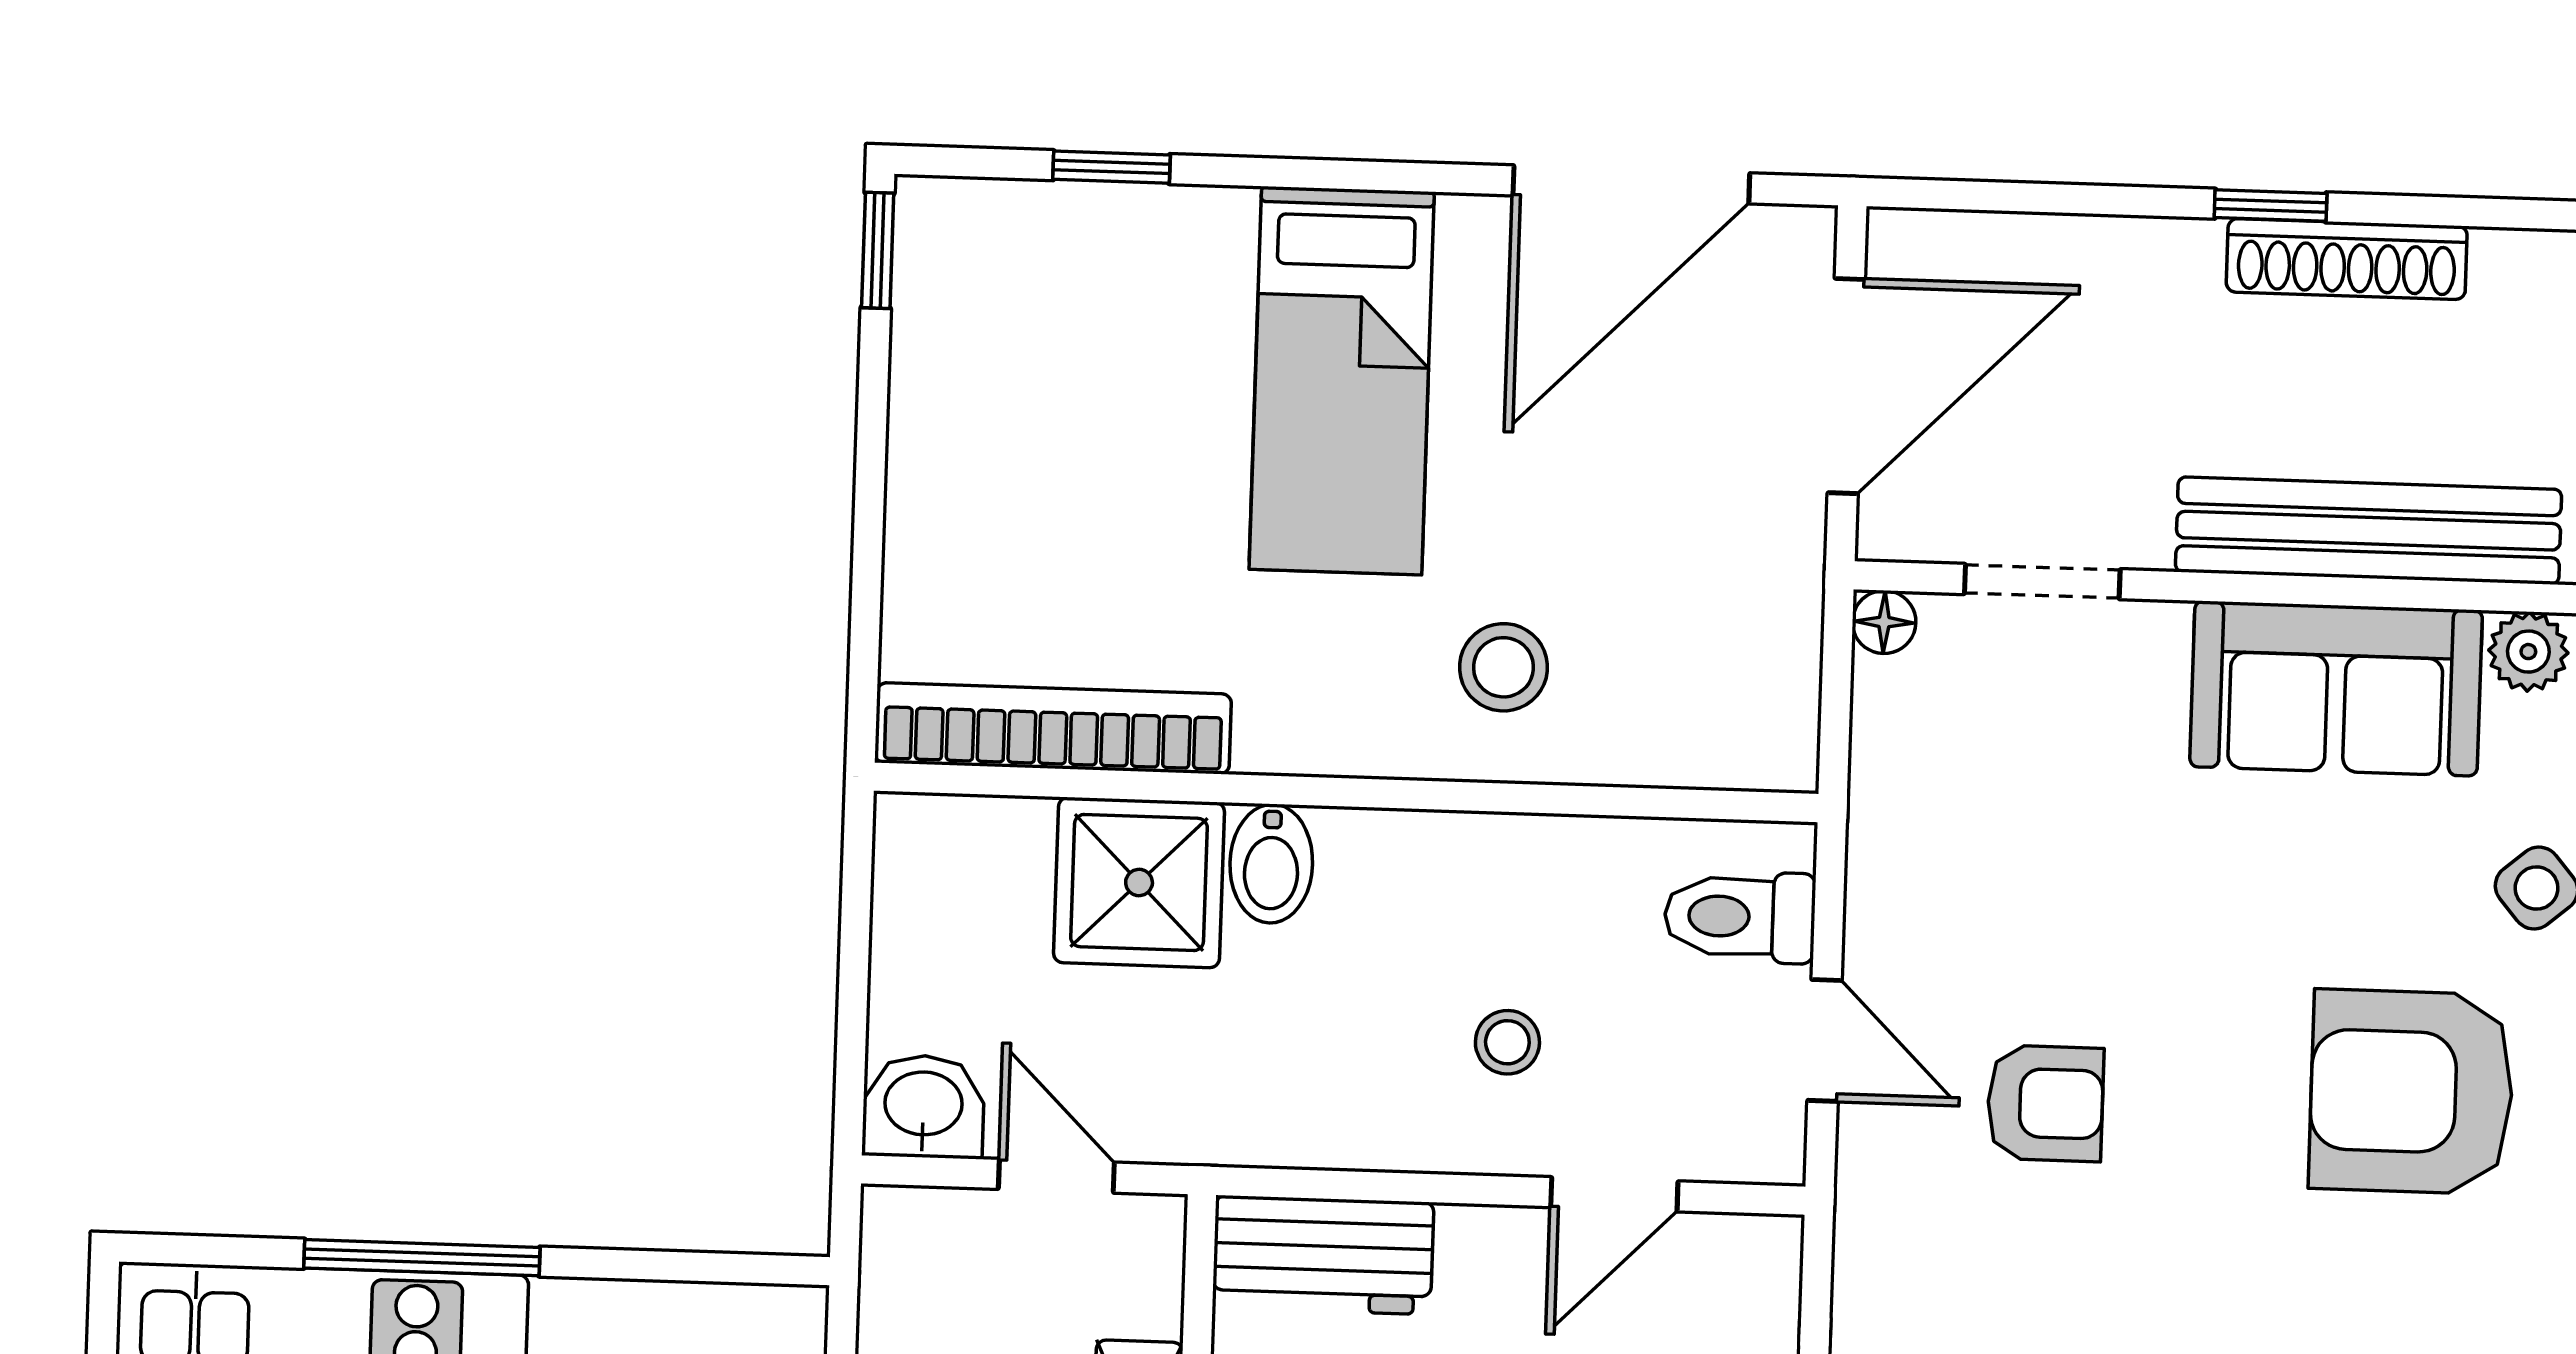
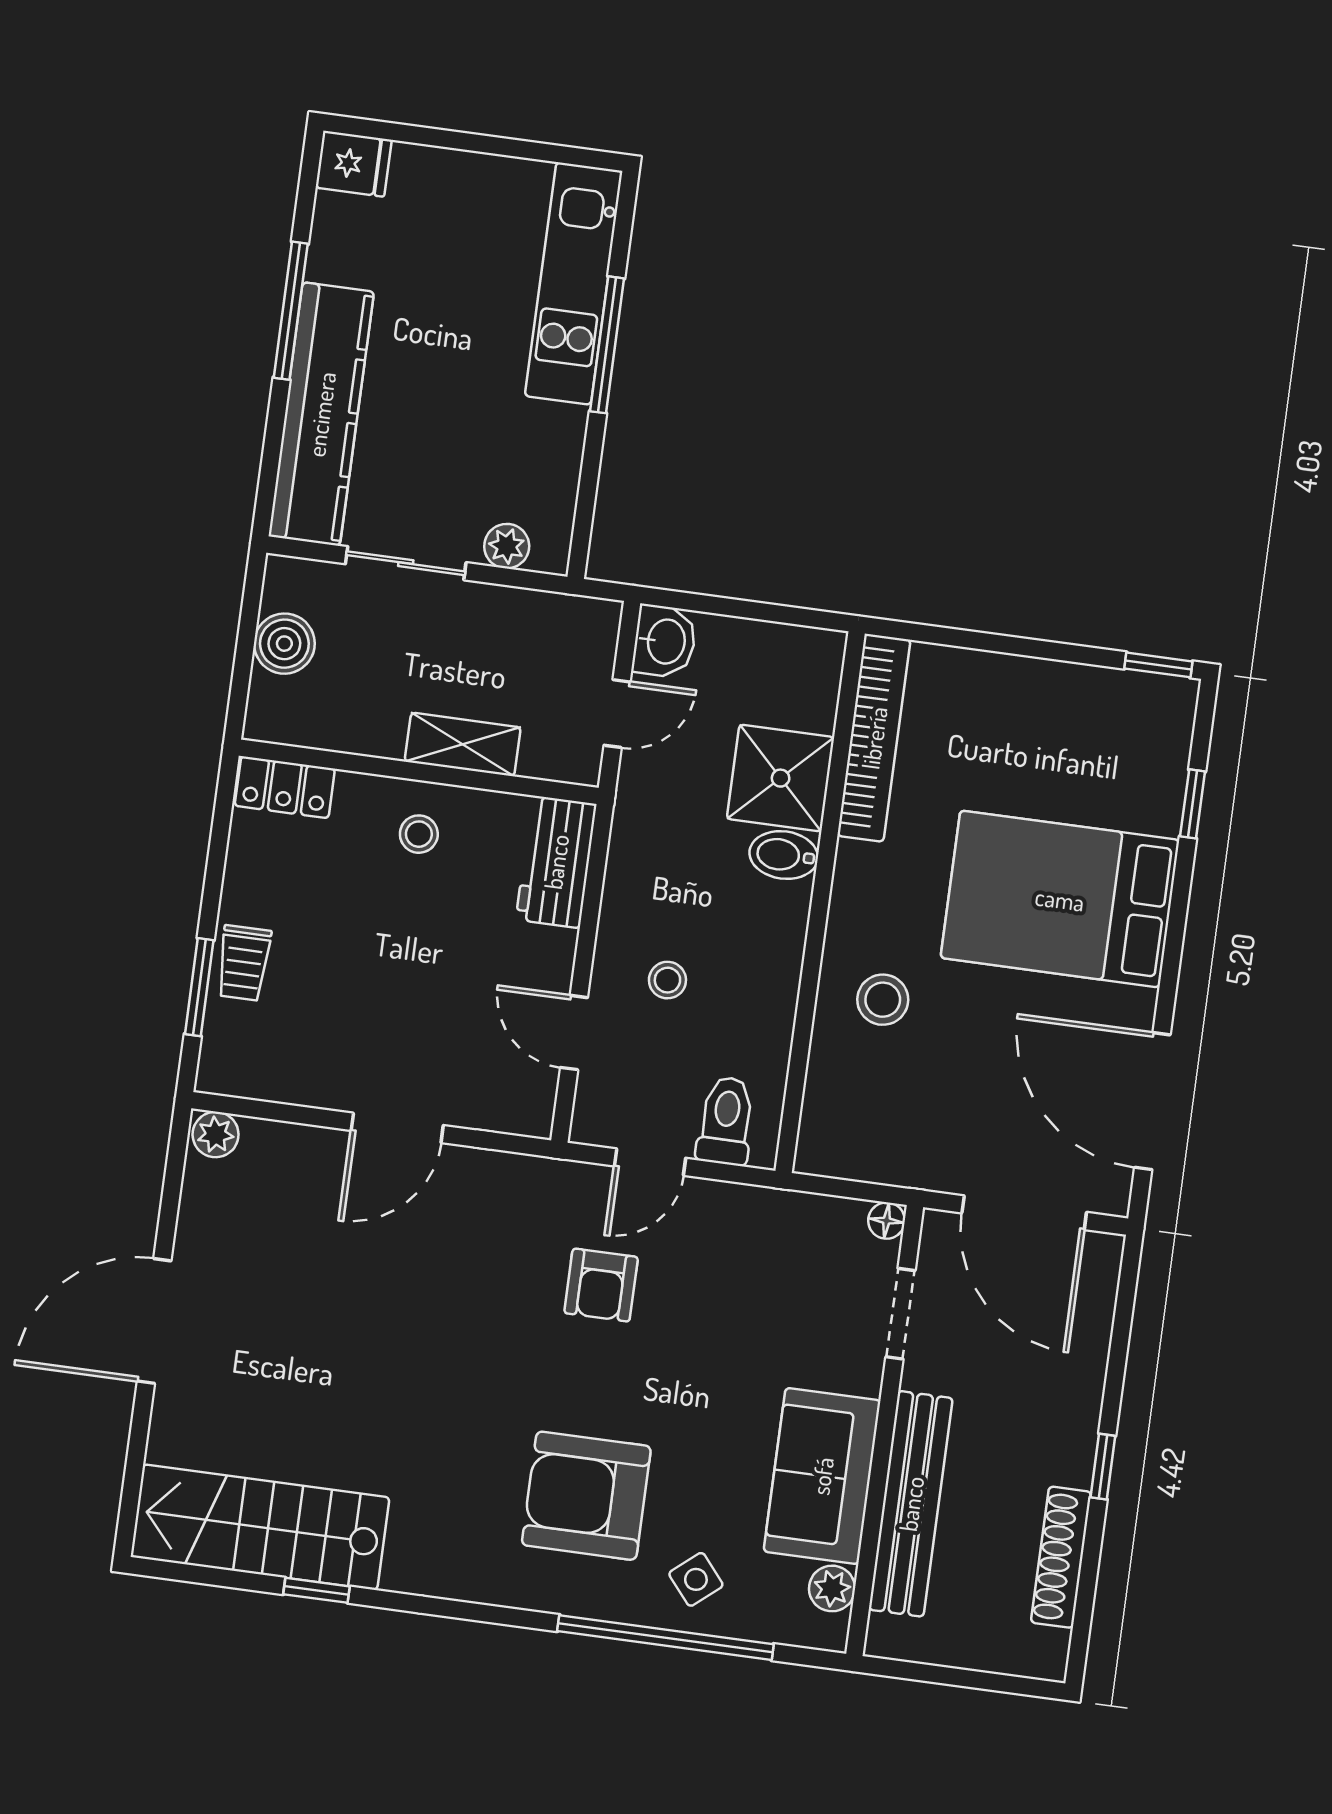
shoe rack: (2347, 259) -> (1061, 1557), moved
bed: (1342, 381) -> (1060, 899), width x1.50
armchair: (2411, 1092) -> (586, 1496), turned -90

